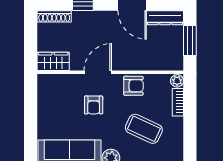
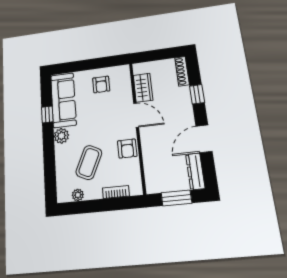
wardrobe: (53, 61) -> (143, 88), moved
plant: (177, 81) -> (78, 195), moved
armchair: (94, 105) -> (101, 84), moved, turned -90

